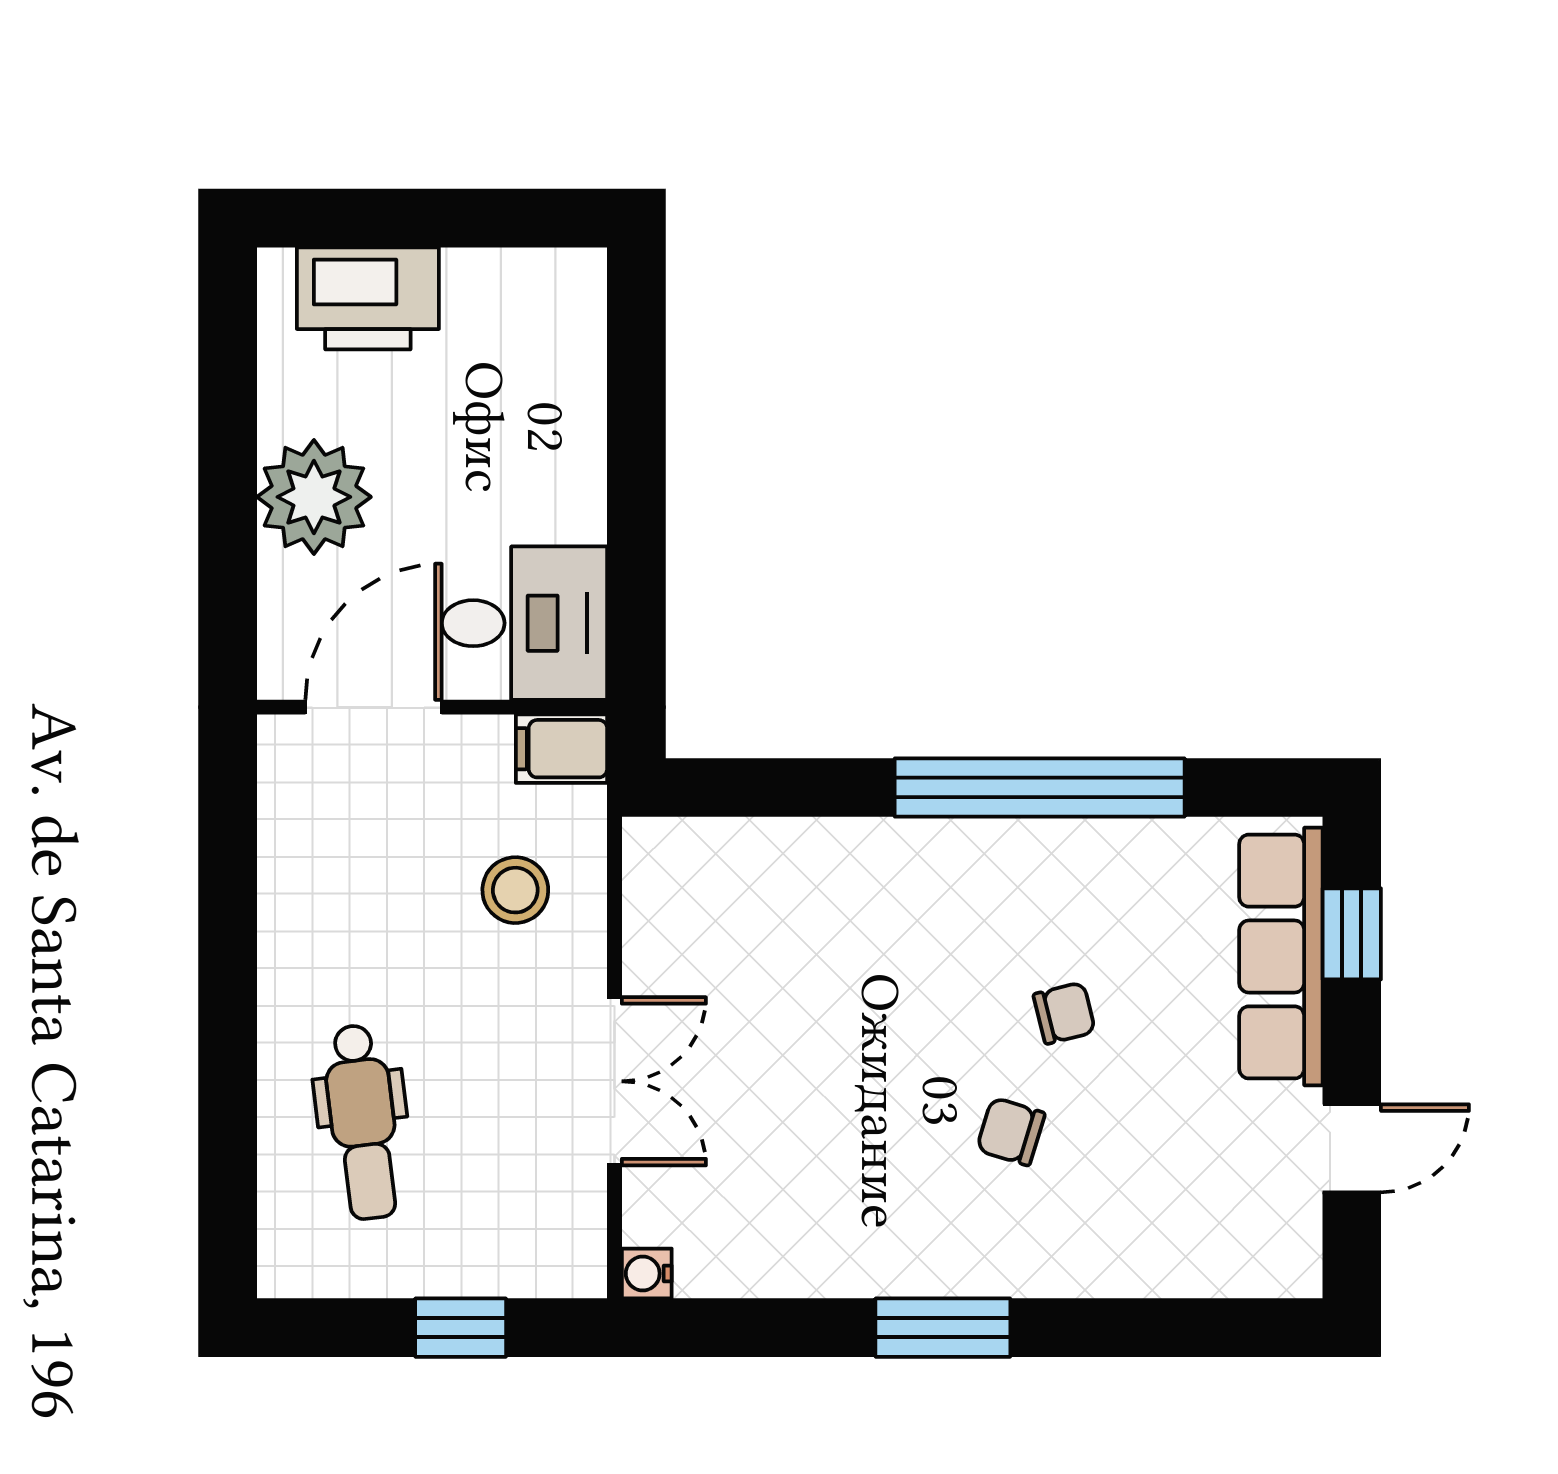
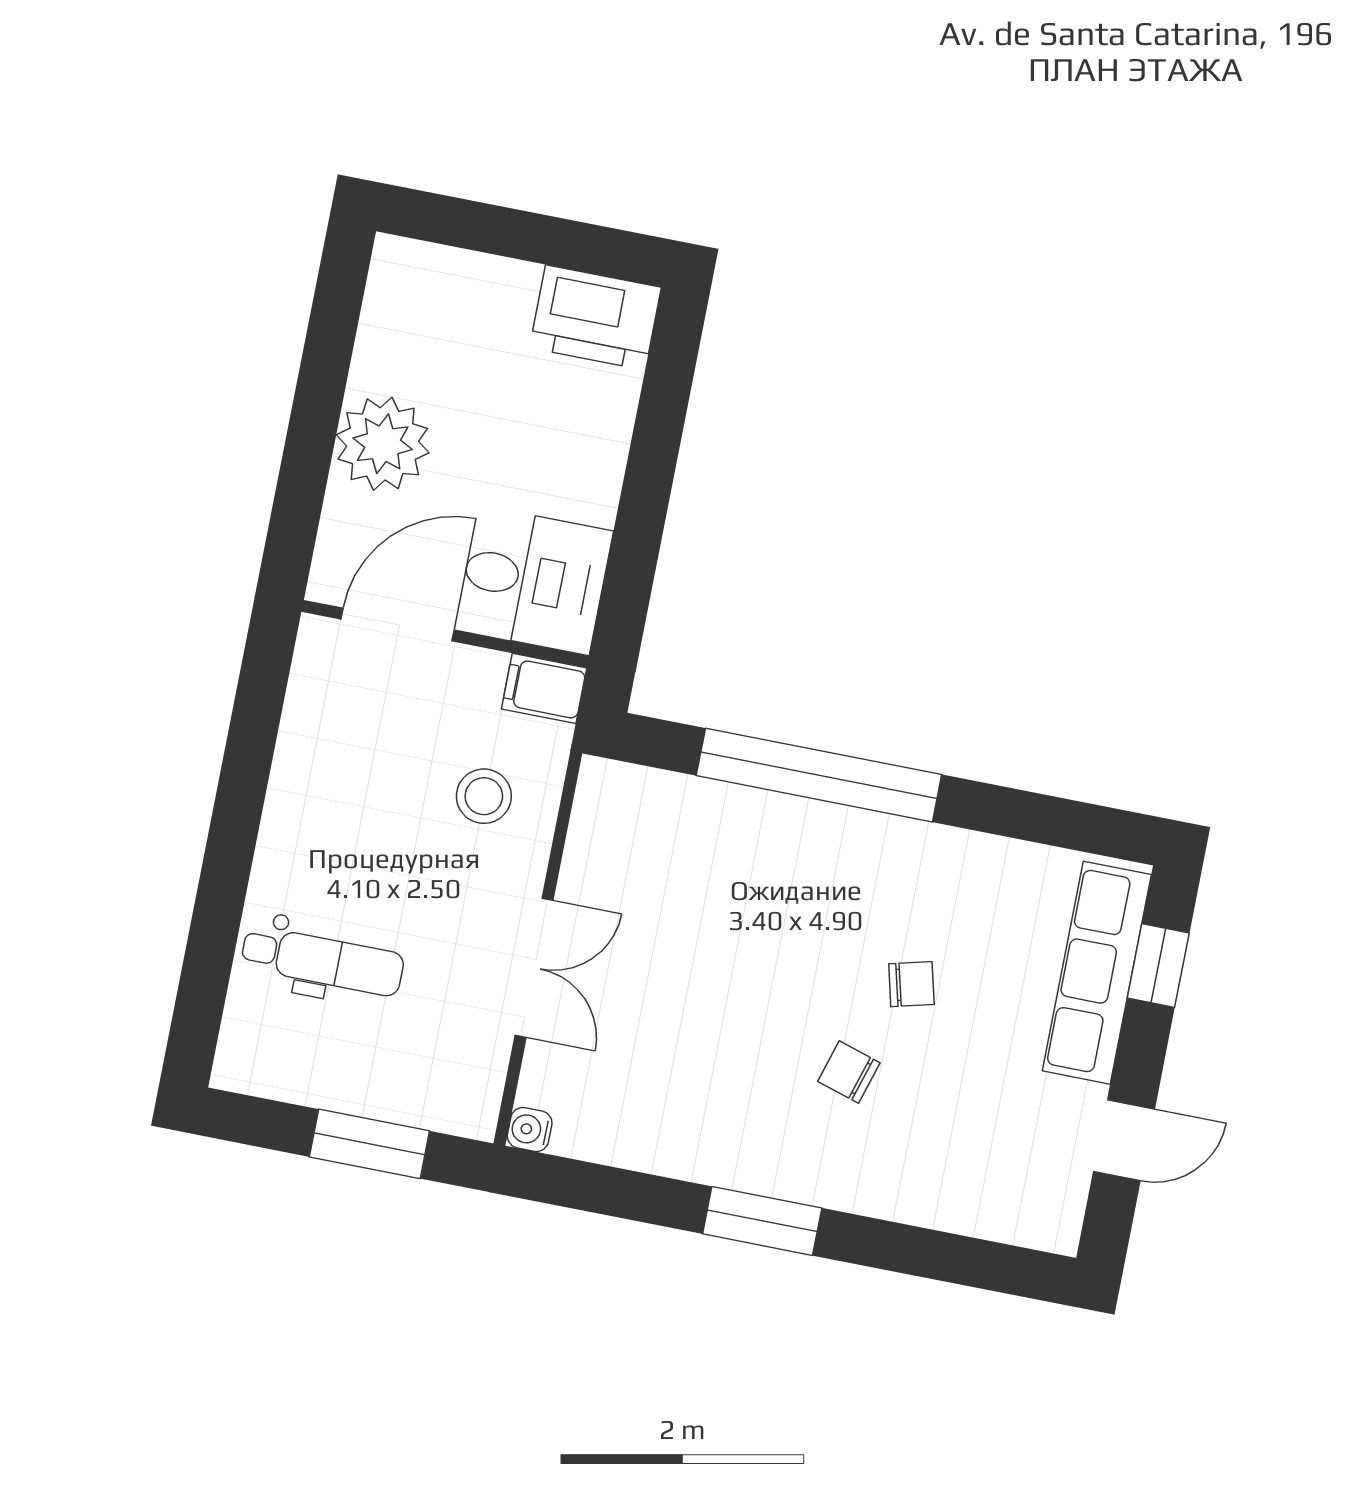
printer: (368, 298) -> (595, 317), moved
window: (1040, 787) -> (819, 775), moved
dental chair: (363, 1122) -> (322, 961), turned -83
window: (461, 1328) -> (369, 1144), width x1.50

